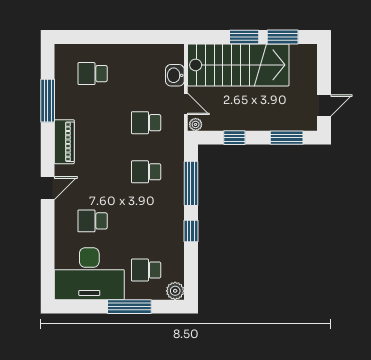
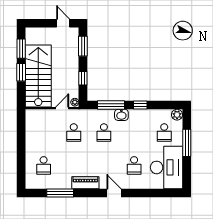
washbasin: (175, 75) -> (121, 115), moved

